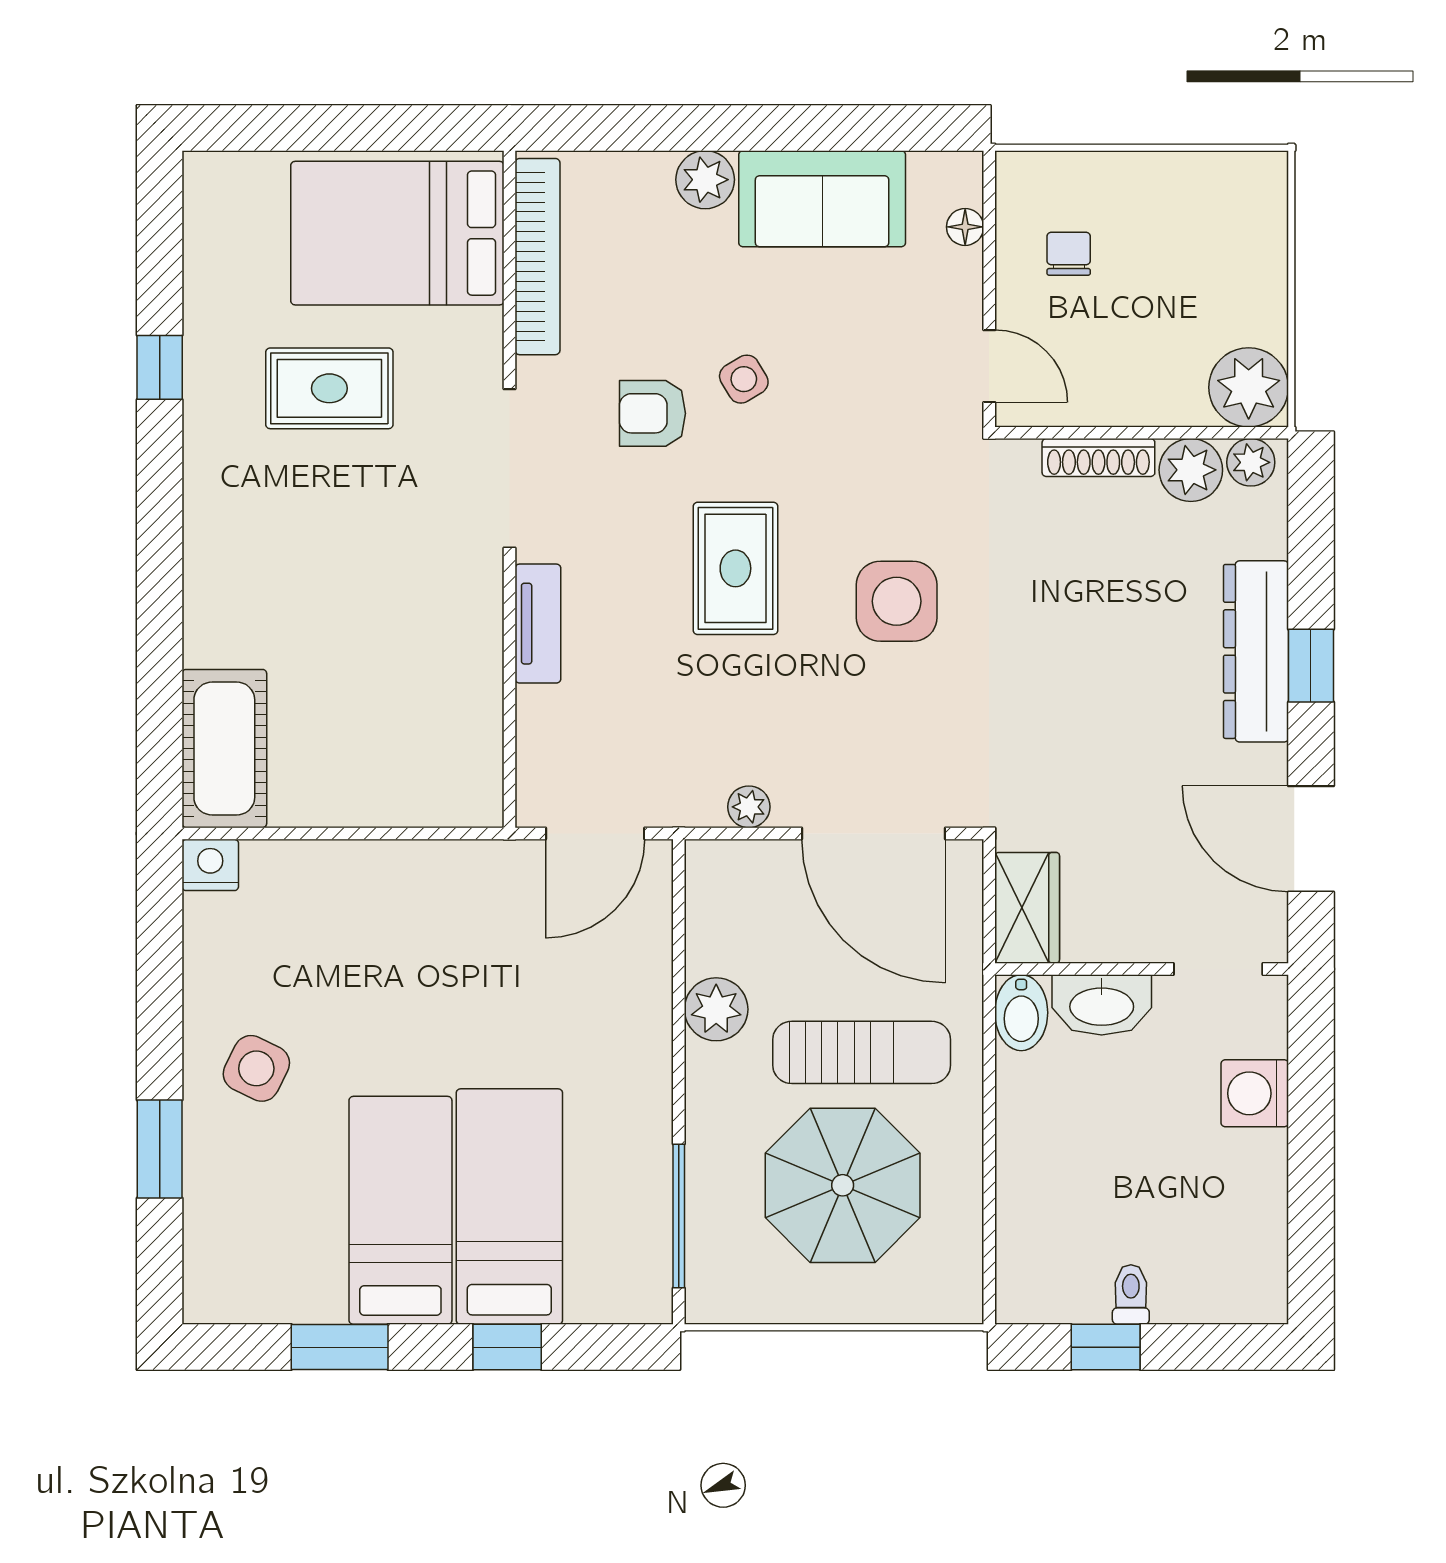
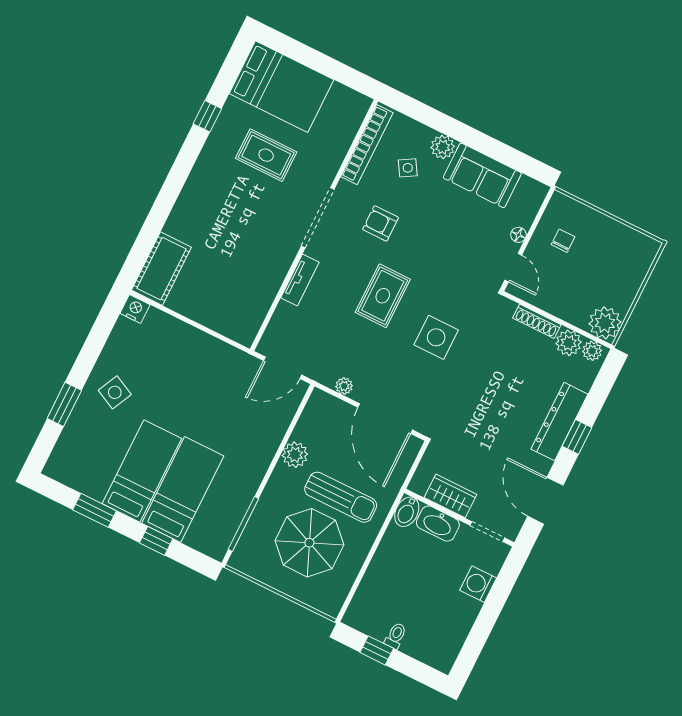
floor lamp: (965, 227) -> (518, 235), moved
bed: (397, 233) -> (281, 87), moved, turned 180
side table: (744, 379) -> (408, 168), moved
wardrobe: (1027, 908) -> (451, 496), moved, turned -90

